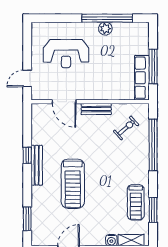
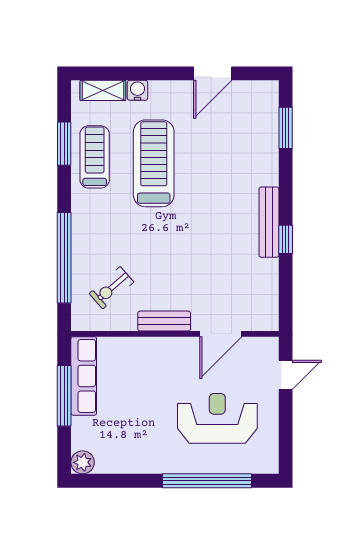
window: (107, 18) -> (207, 481), moved
plant: (105, 29) -> (83, 462), moved
door: (64, 102) -> (221, 334), swing flipped
treadmill: (73, 184) -> (154, 163), moved

